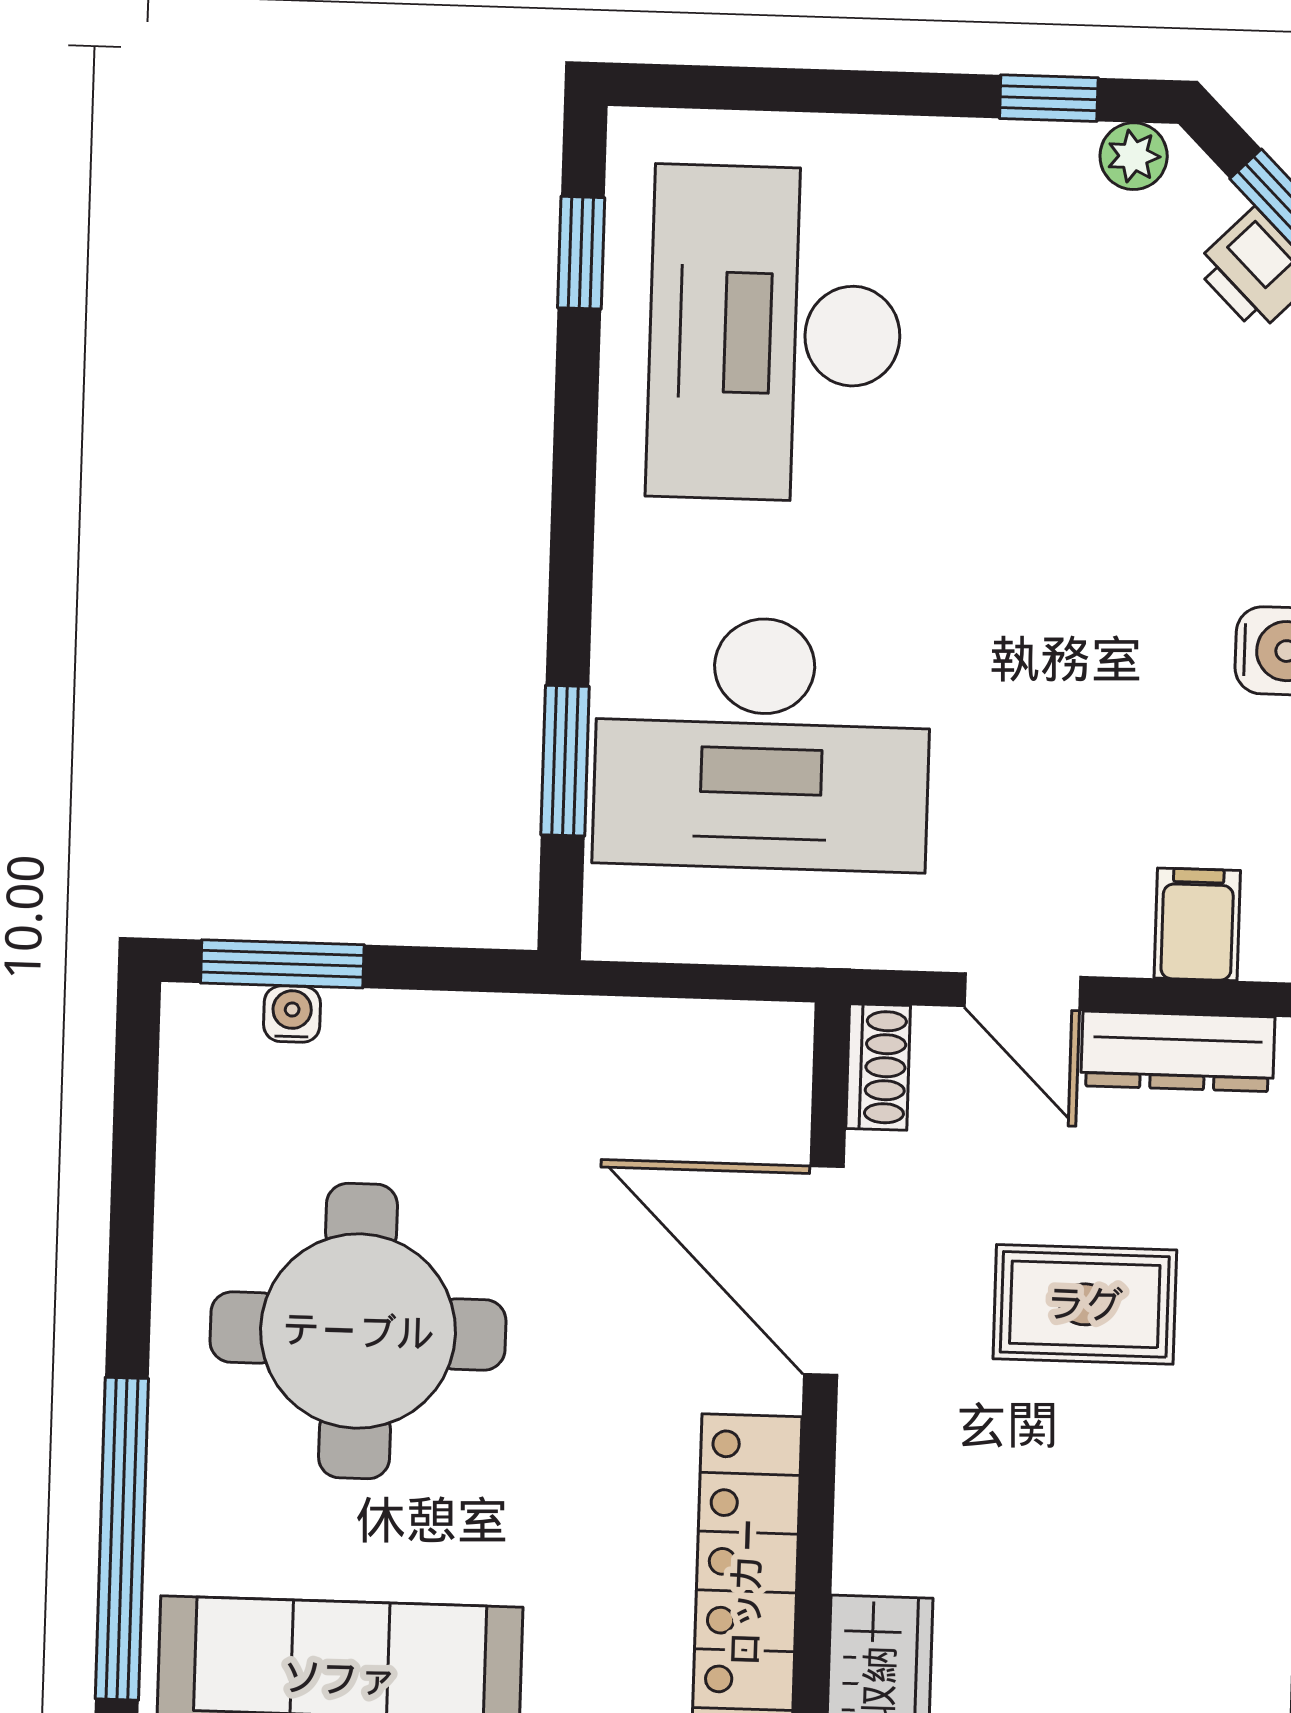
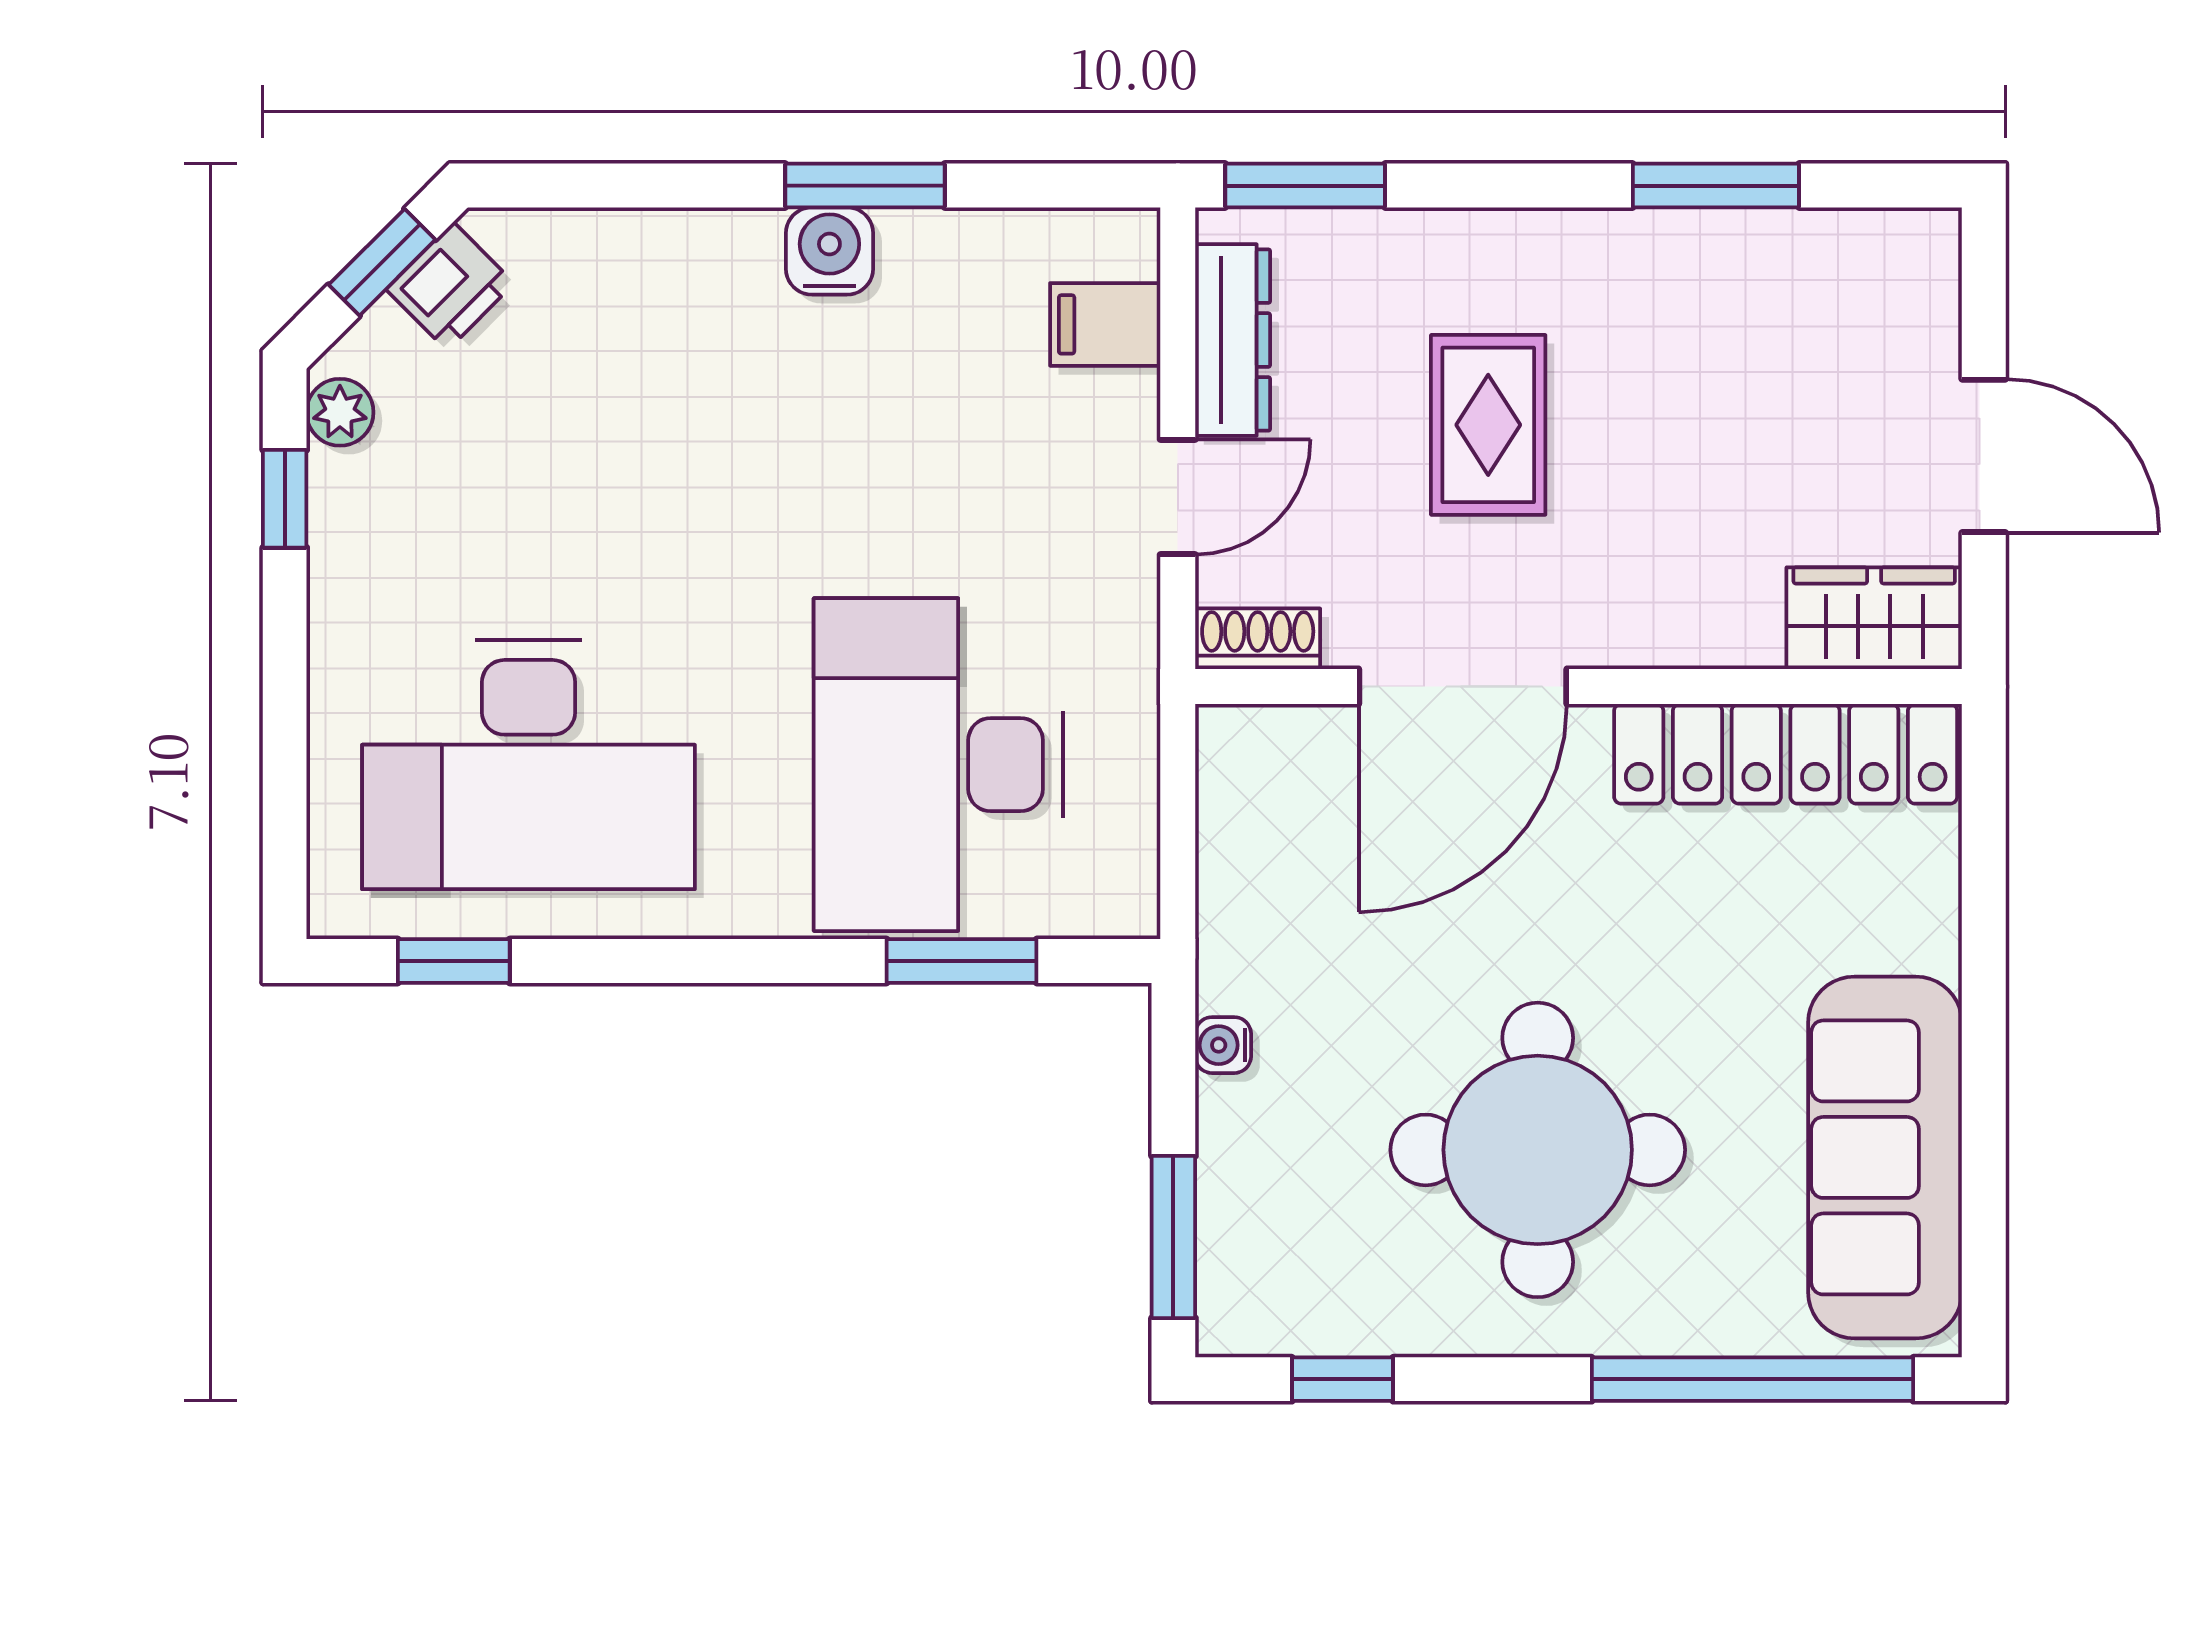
desk: (762, 744) -> (938, 765), turned 180
water cooler: (292, 1014) -> (1223, 1045), moved
window: (135, 1129) -> (1342, 1379), added

